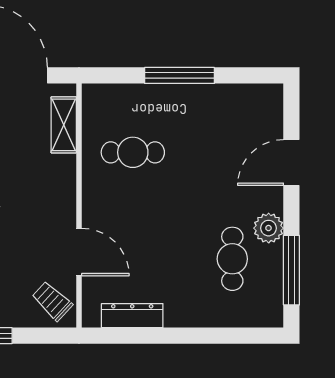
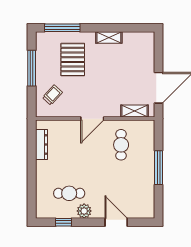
door: (79, 252) -> (92, 119), moved
window: (291, 270) -> (64, 222), width x0.46
trolley: (52, 301) -> (52, 95), moved

